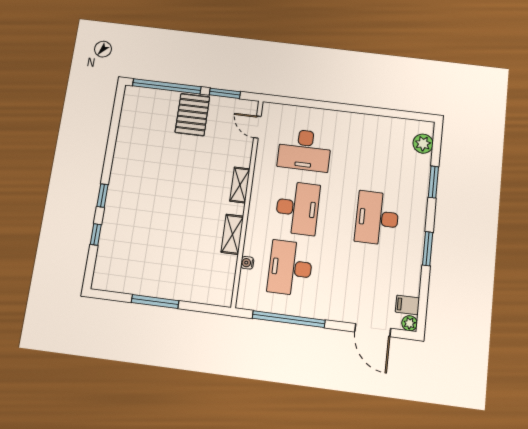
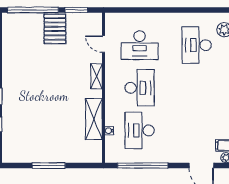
door: (257, 127) -> (103, 44), moved
desk: (377, 218) -> (197, 45), moved
shelving: (232, 234) -> (94, 119), width x1.50, depth x1.33

